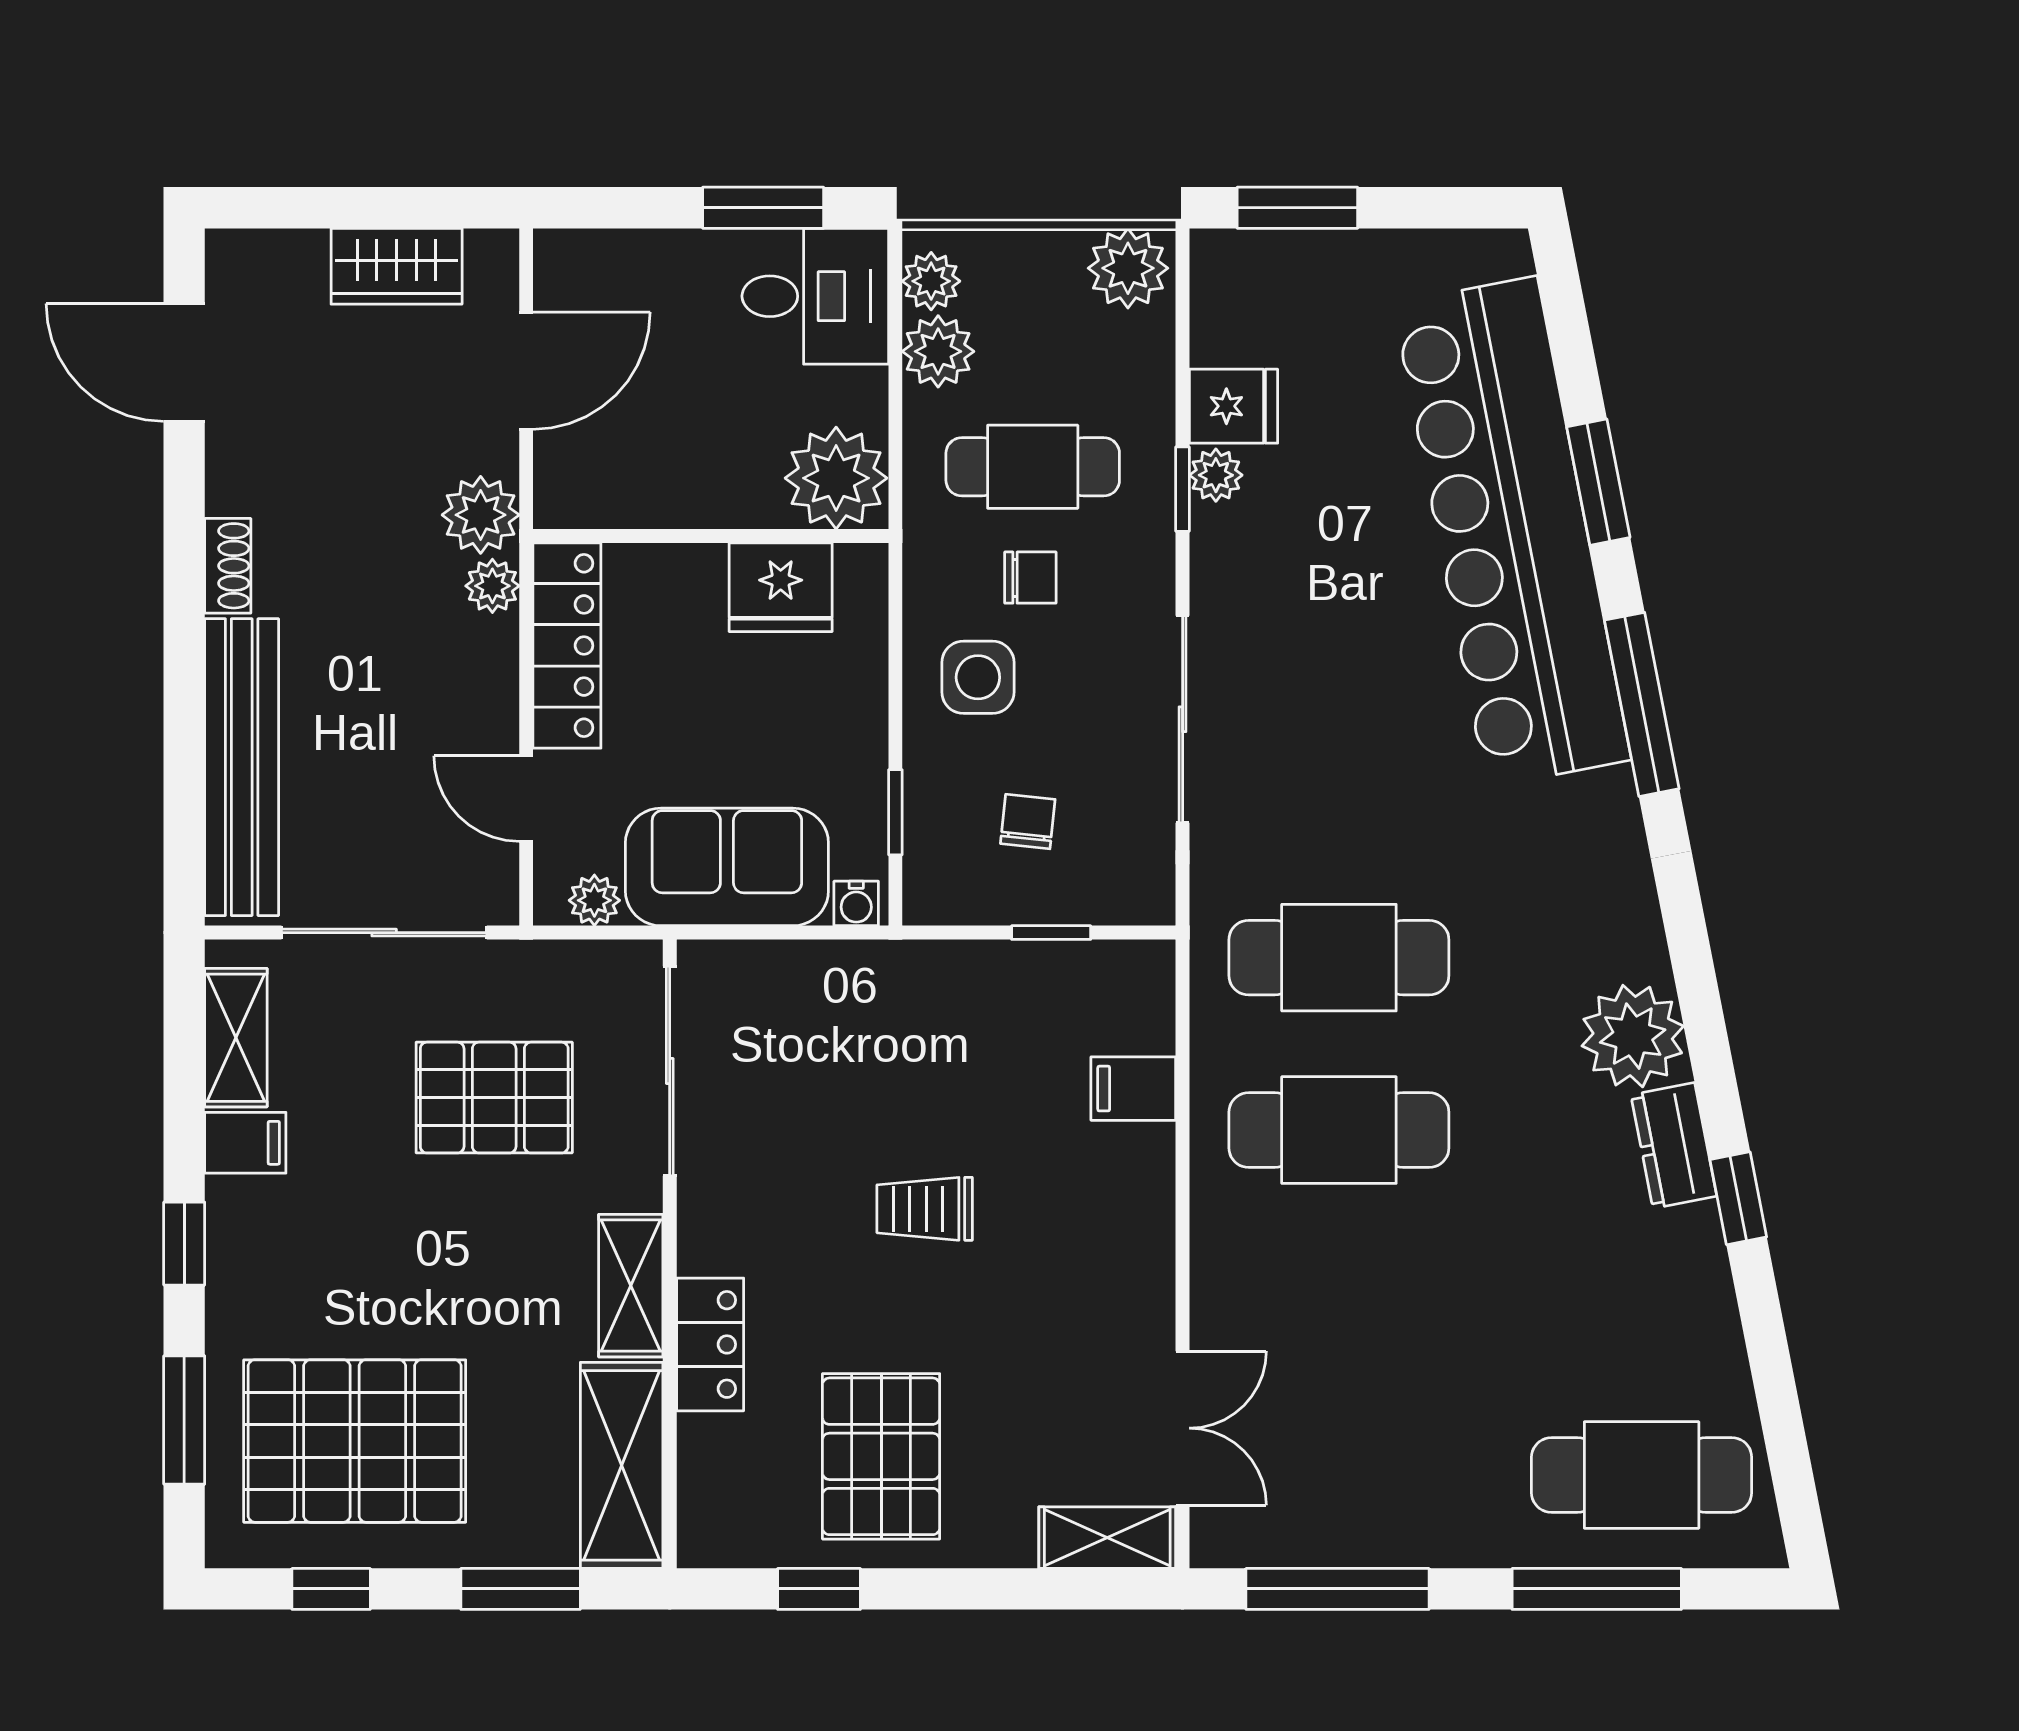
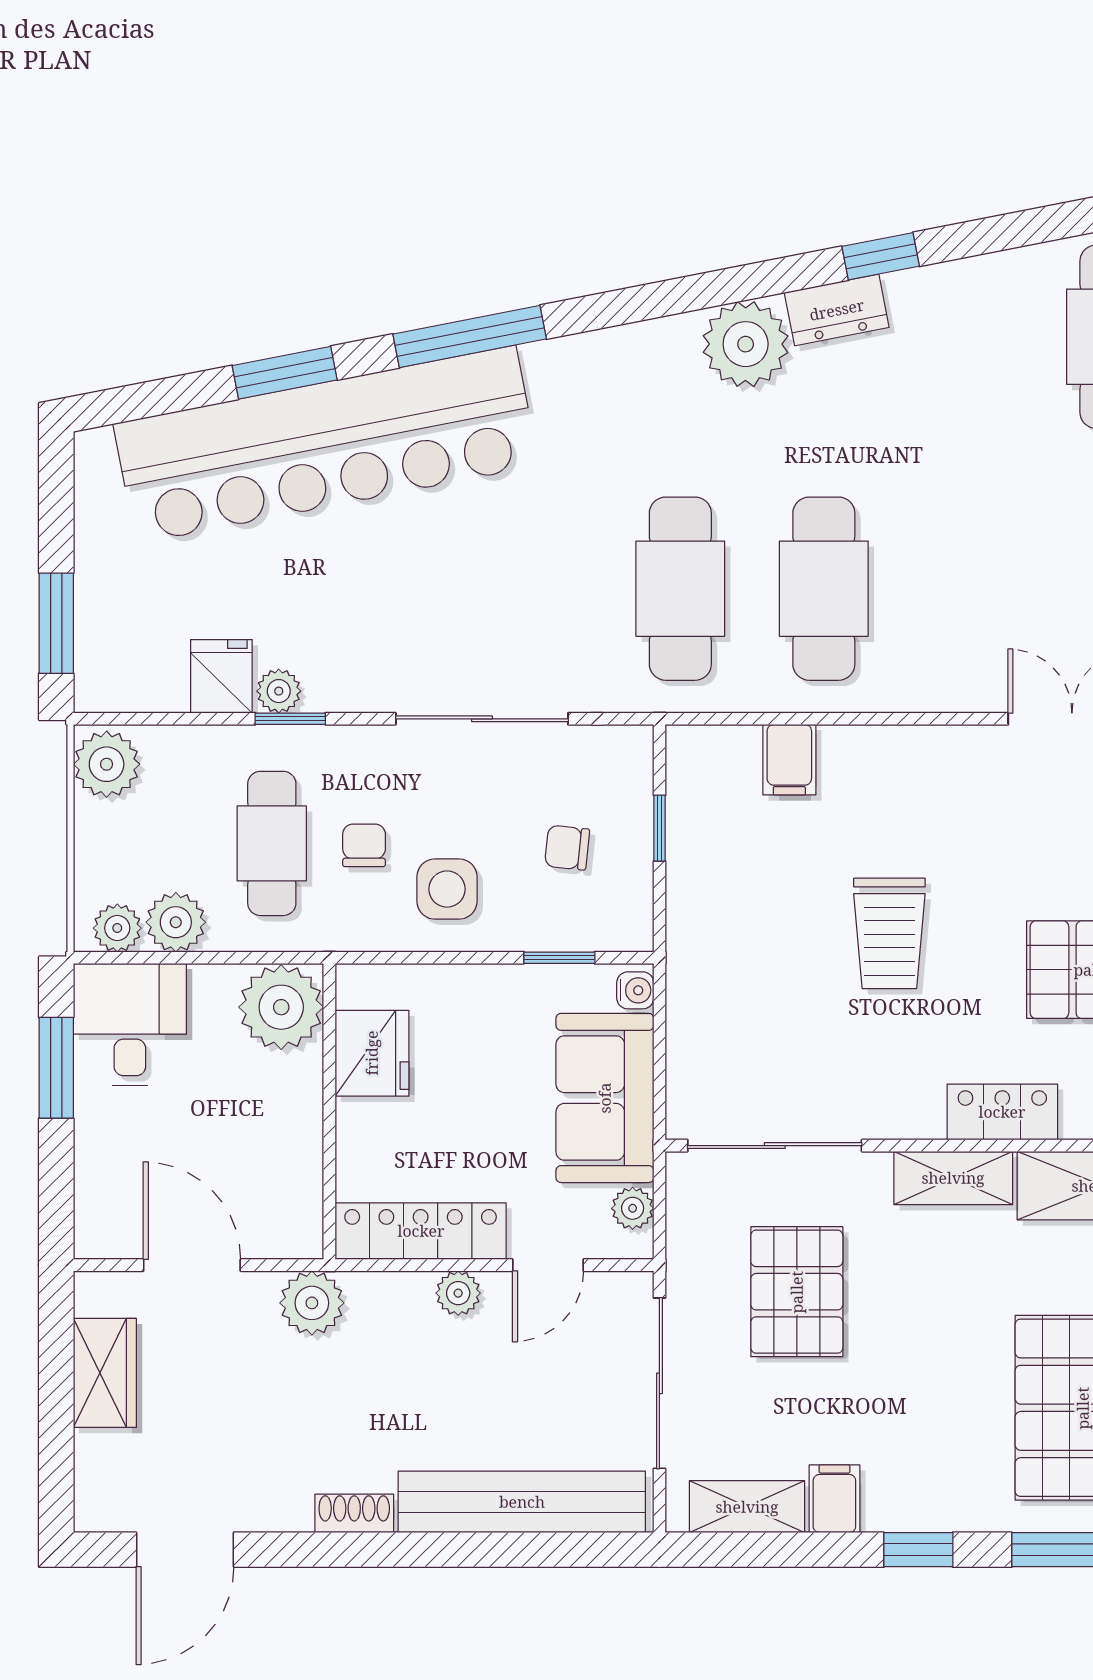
plant: (492, 586) -> (458, 1293), moved
trolley: (925, 1209) -> (889, 933), width x1.36, depth x1.39

